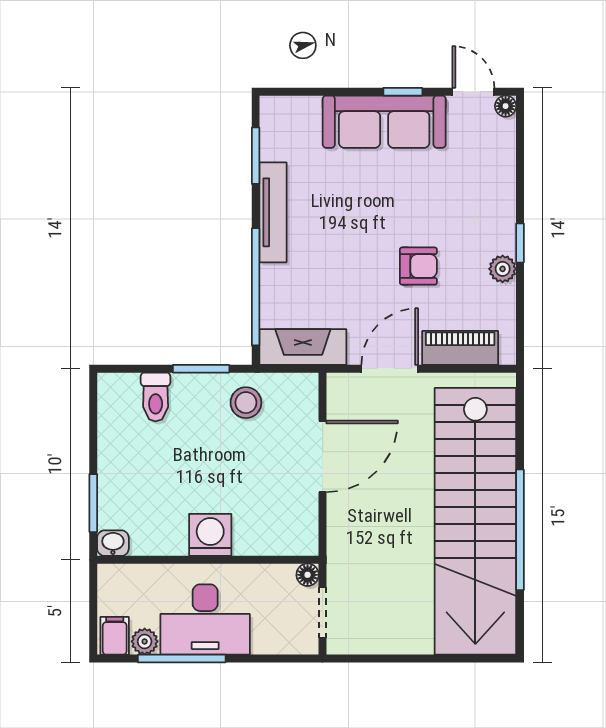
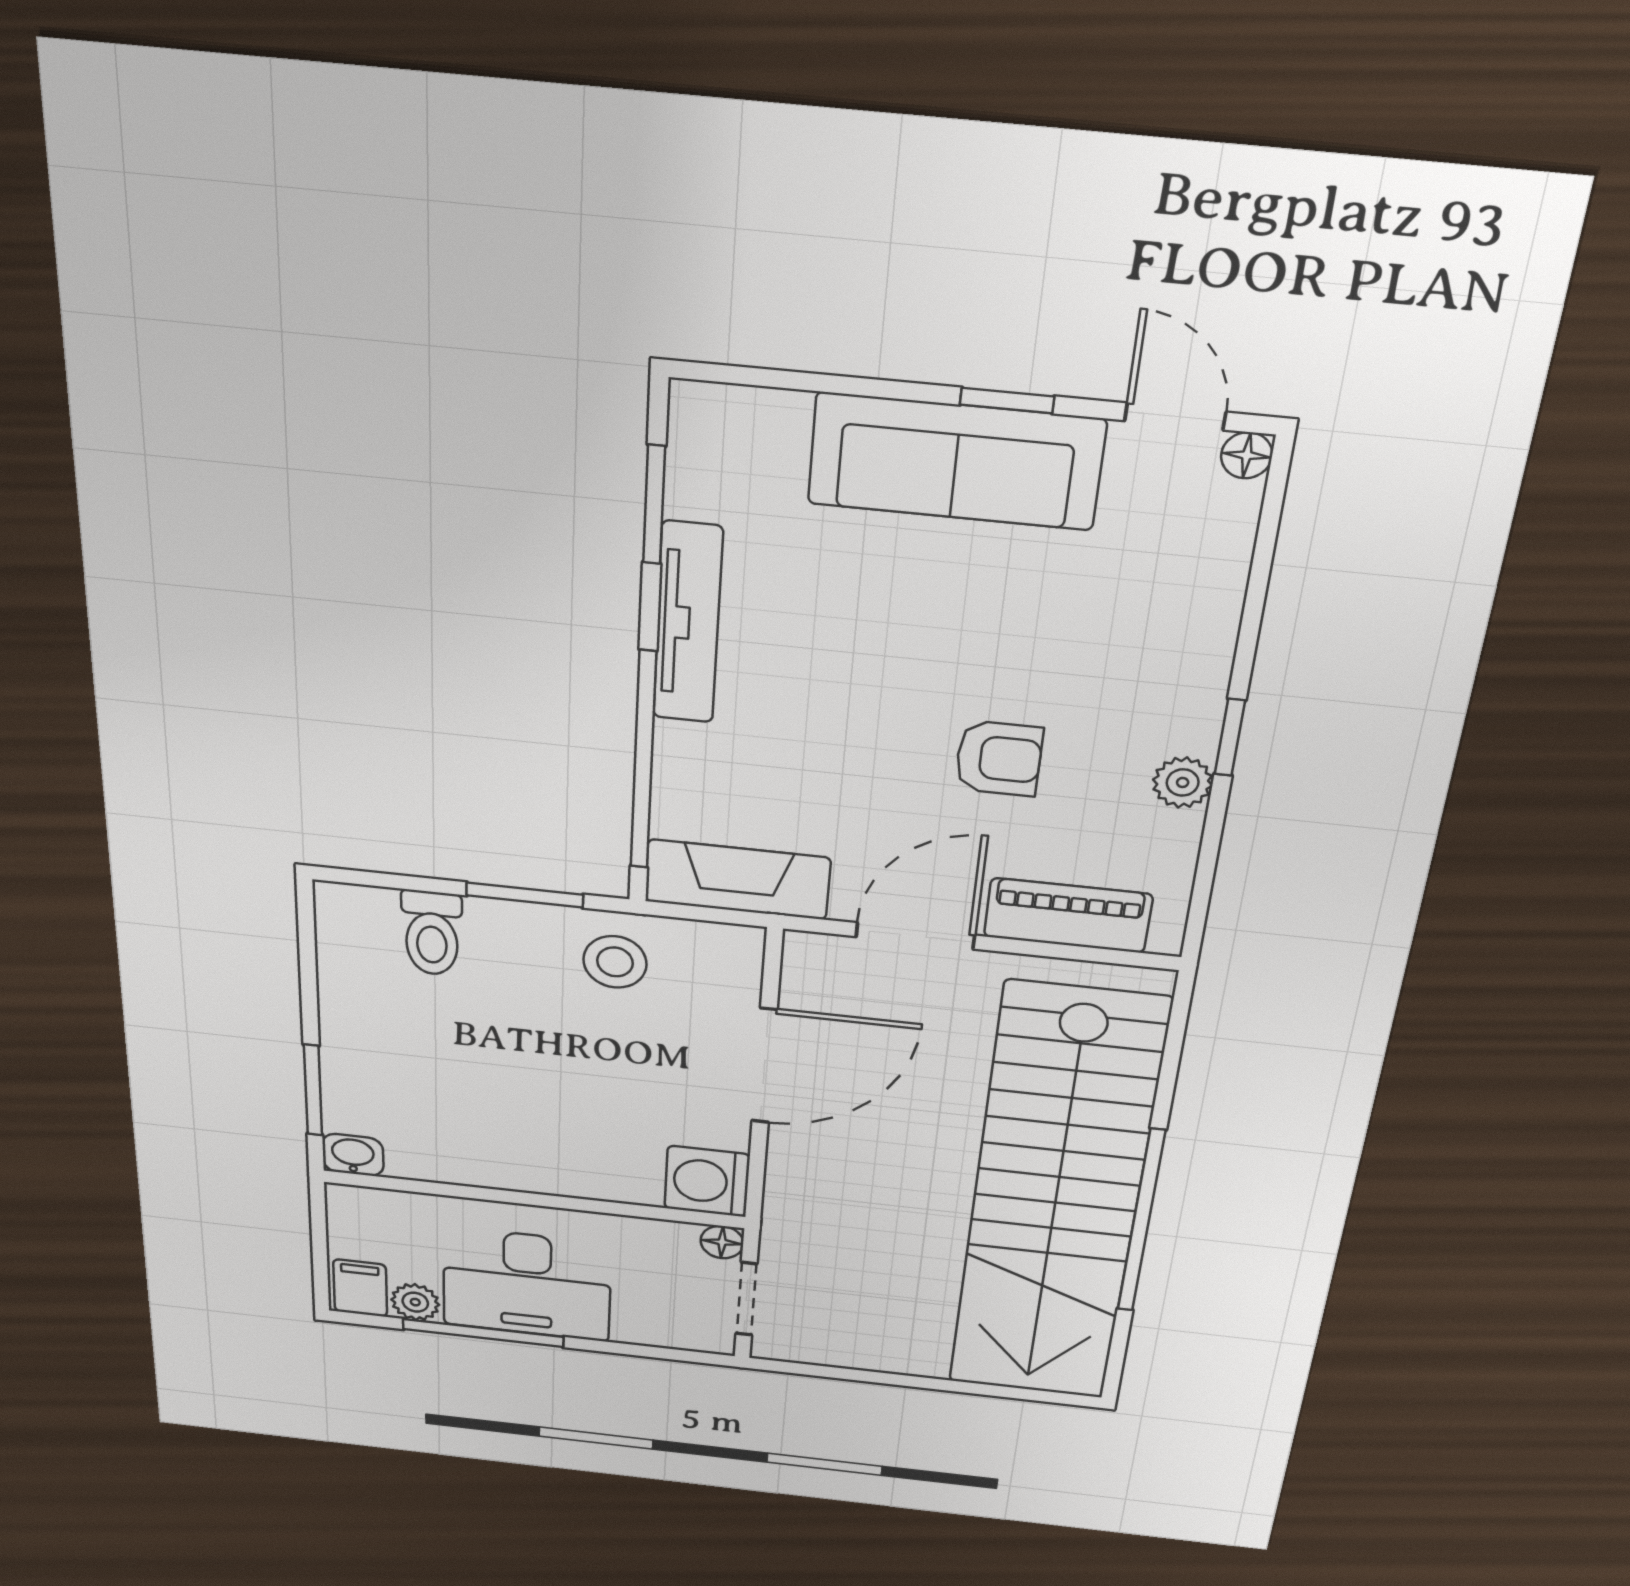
washing machine: (210, 535) -> (707, 1181), moved, turned -90

